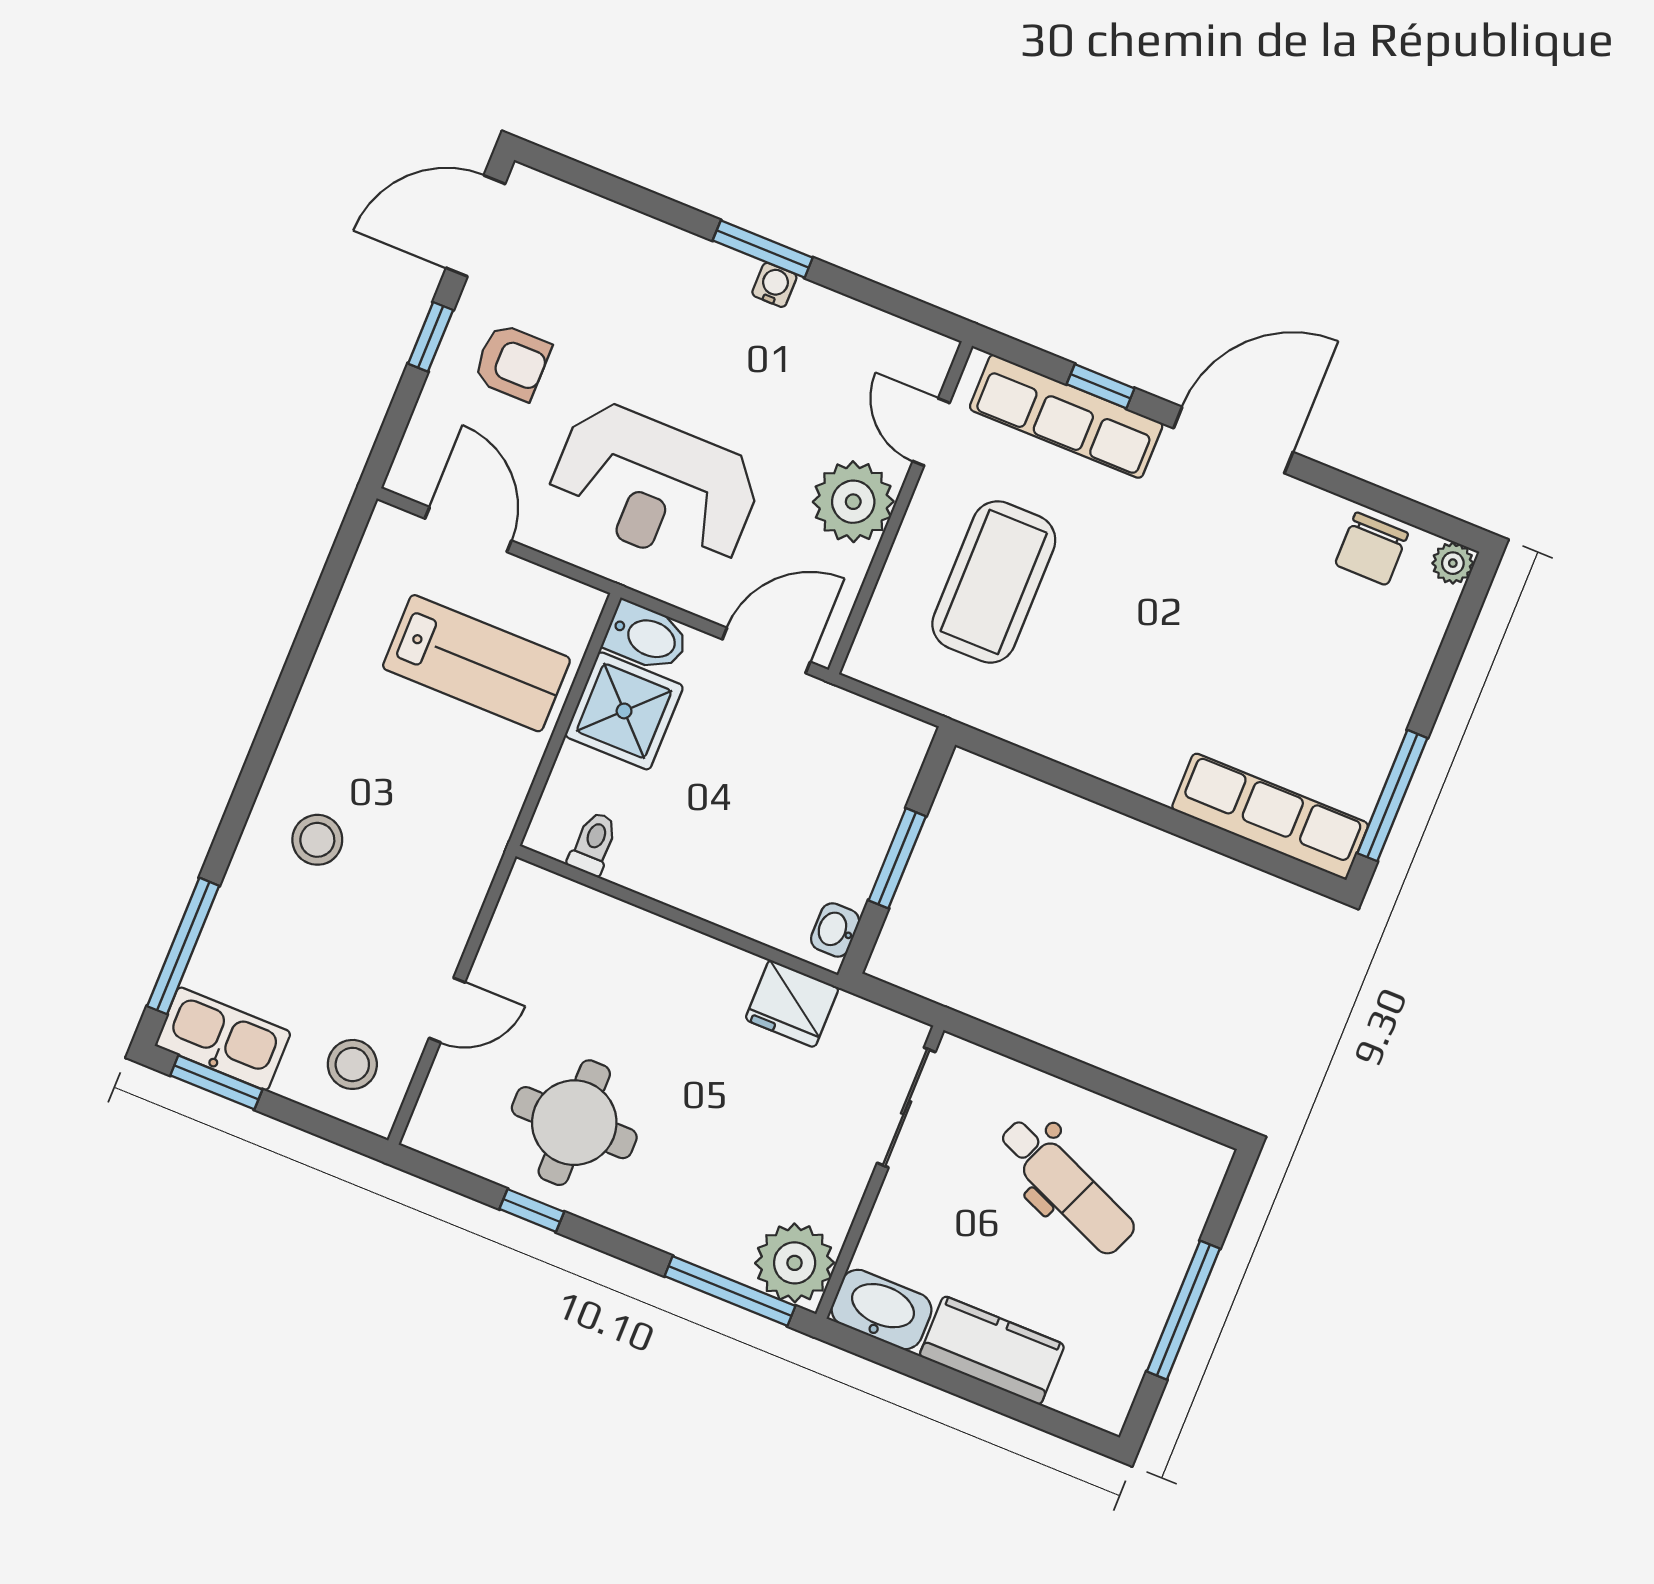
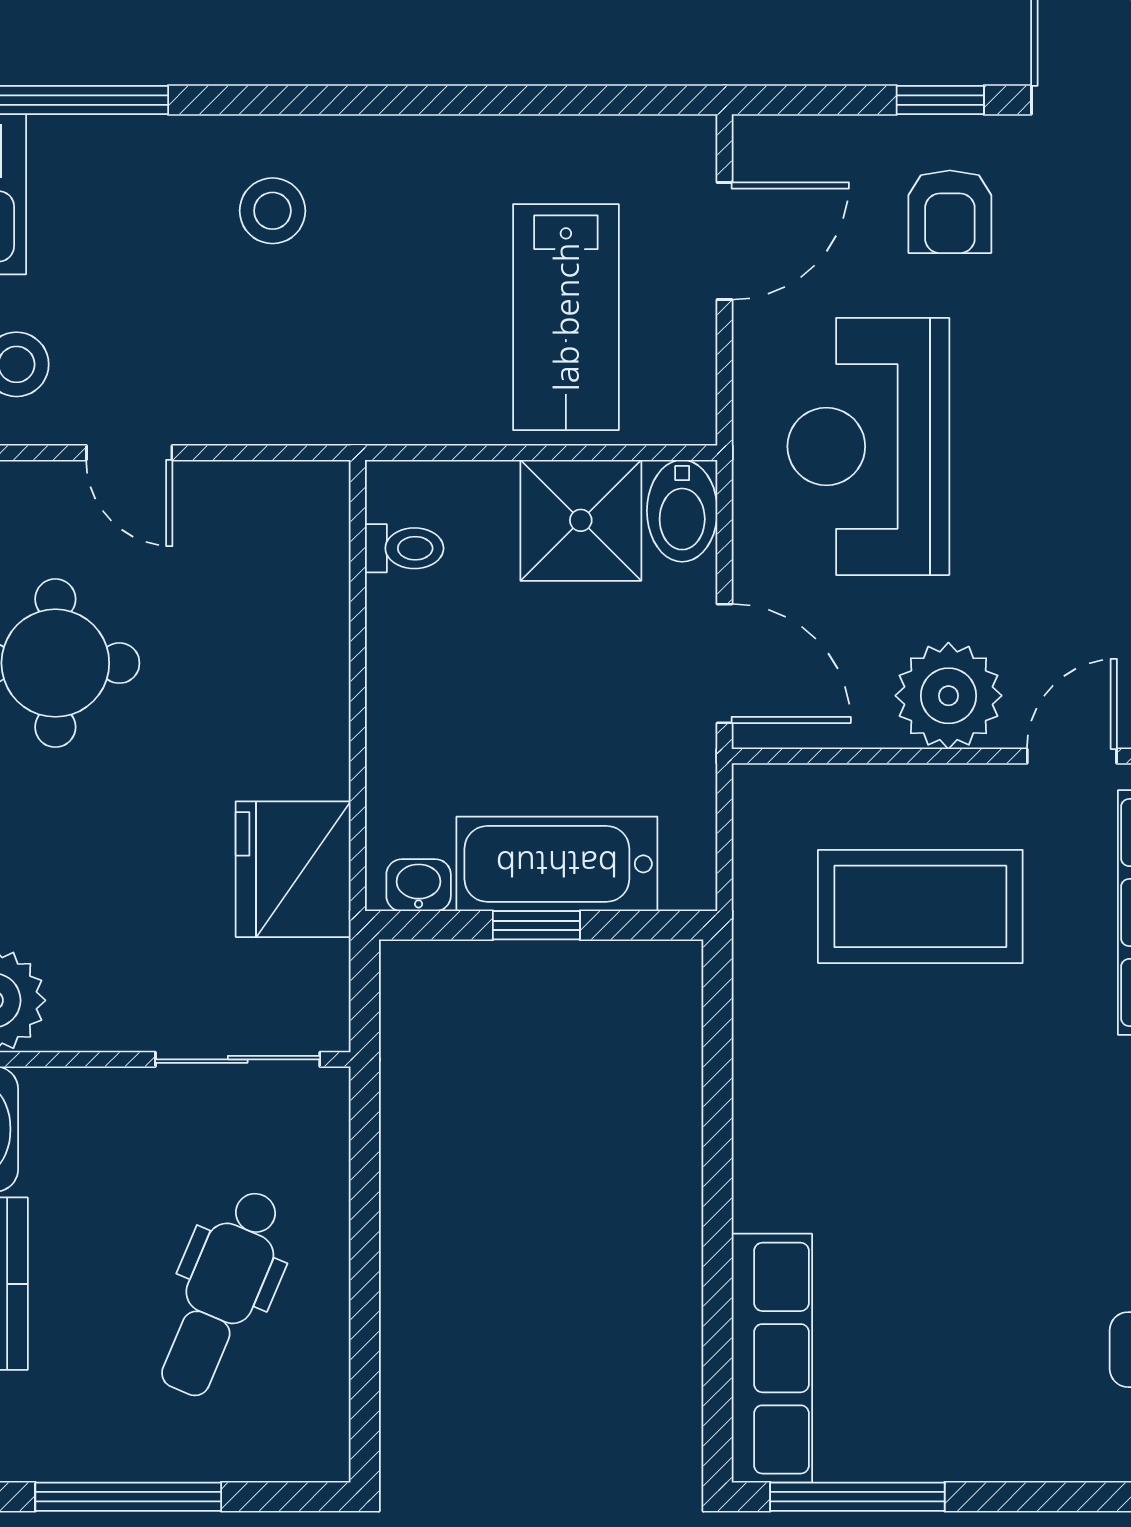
bathtub: (860, 826) -> (557, 864), added
window: (897, 858) -> (536, 925), width x0.67
fridge: (792, 1004) -> (293, 869), width x1.36, depth x1.34

